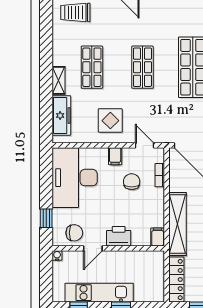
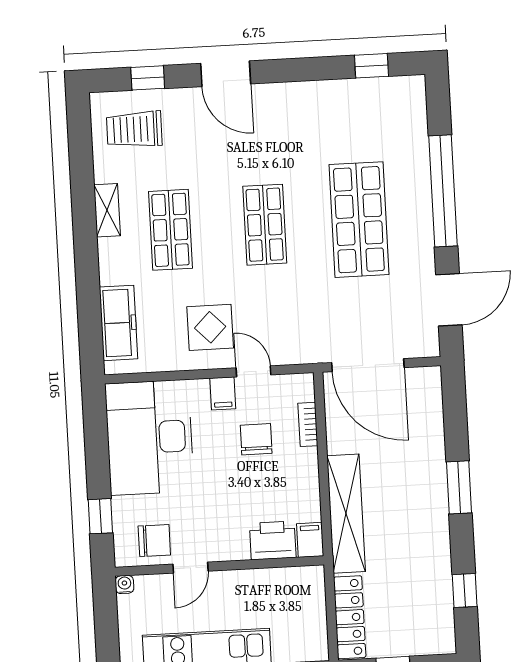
shelving: (59, 80) -> (107, 210), moved
door: (145, 145) -> (253, 371), moved
printer: (119, 236) -> (273, 540), moved

